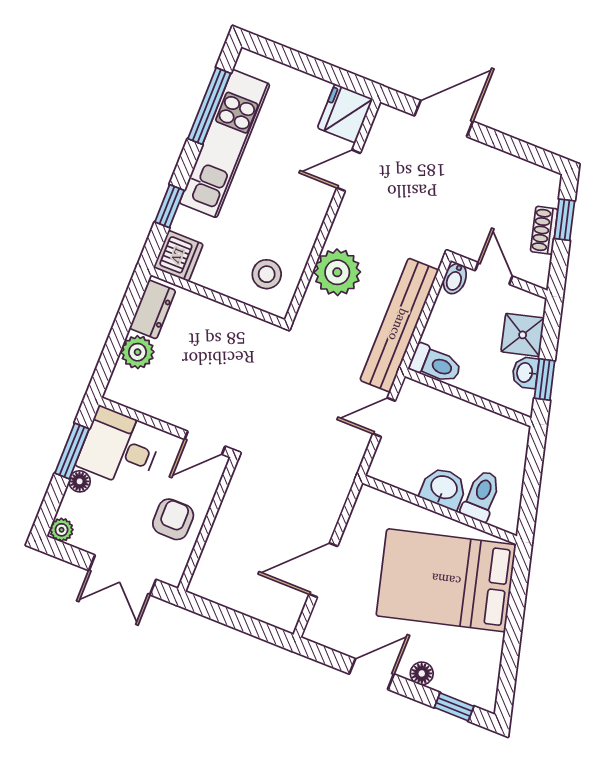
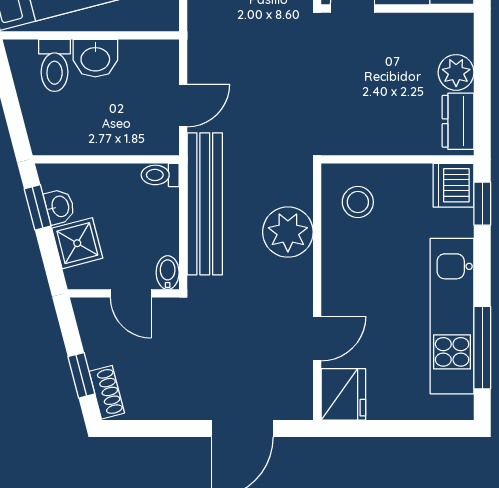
window: (169, 206) -> (482, 204), moved
shoe rack: (544, 230) -> (107, 392), moved
toilet: (436, 364) -> (160, 175), width x0.73, depth x0.72

